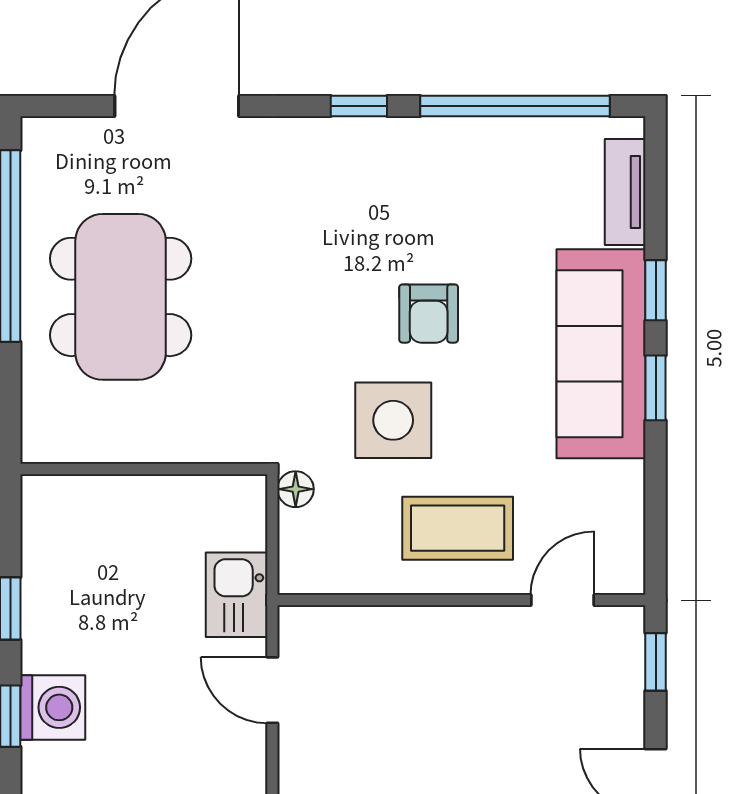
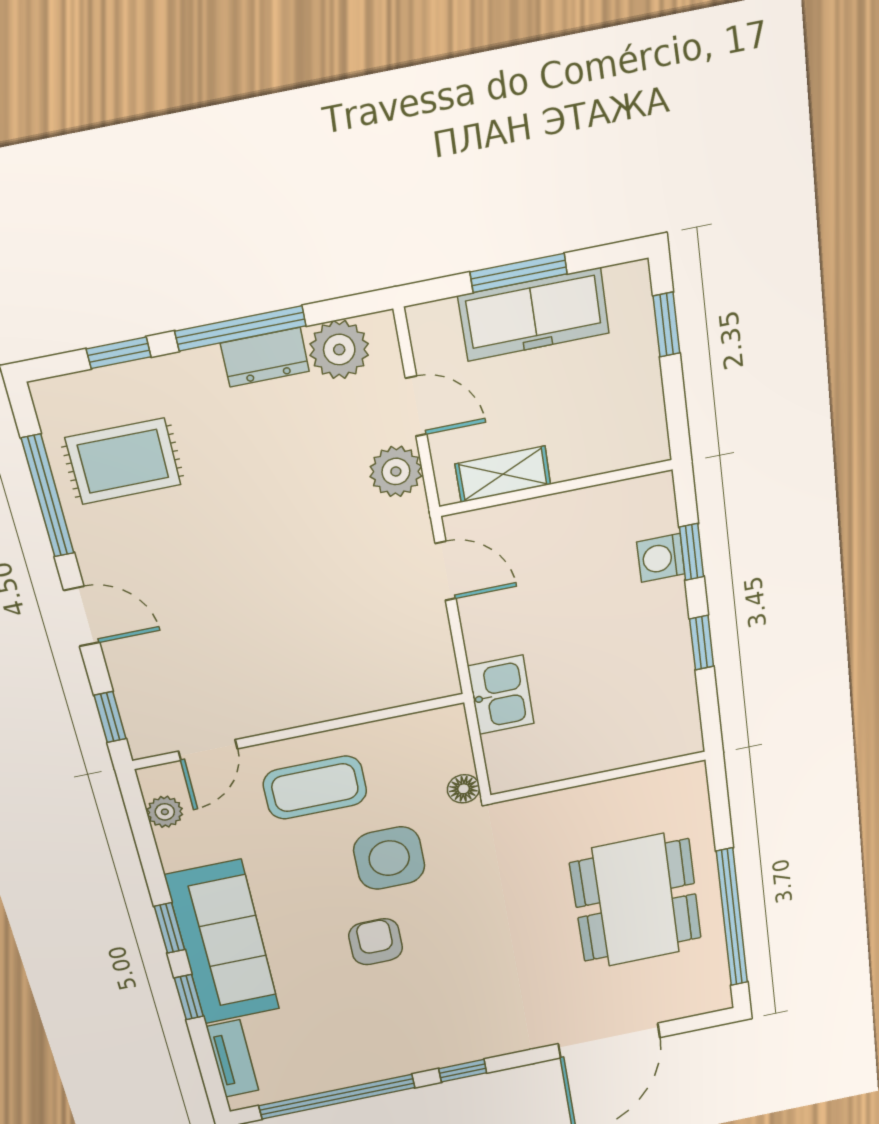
plant: (626, 536) -> (165, 812), added
door: (272, 690) -> (446, 571), moved
washing machine: (53, 707) -> (661, 558), width x0.73, depth x0.73

